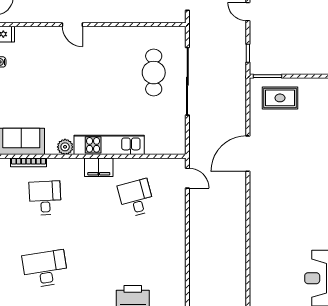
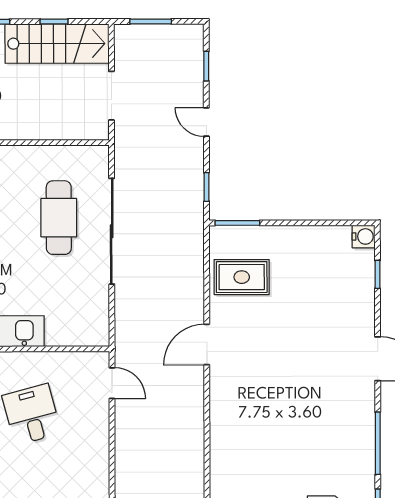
rug: (280, 98) -> (242, 277), moved
door: (248, 154) -> (207, 345), width x0.73

